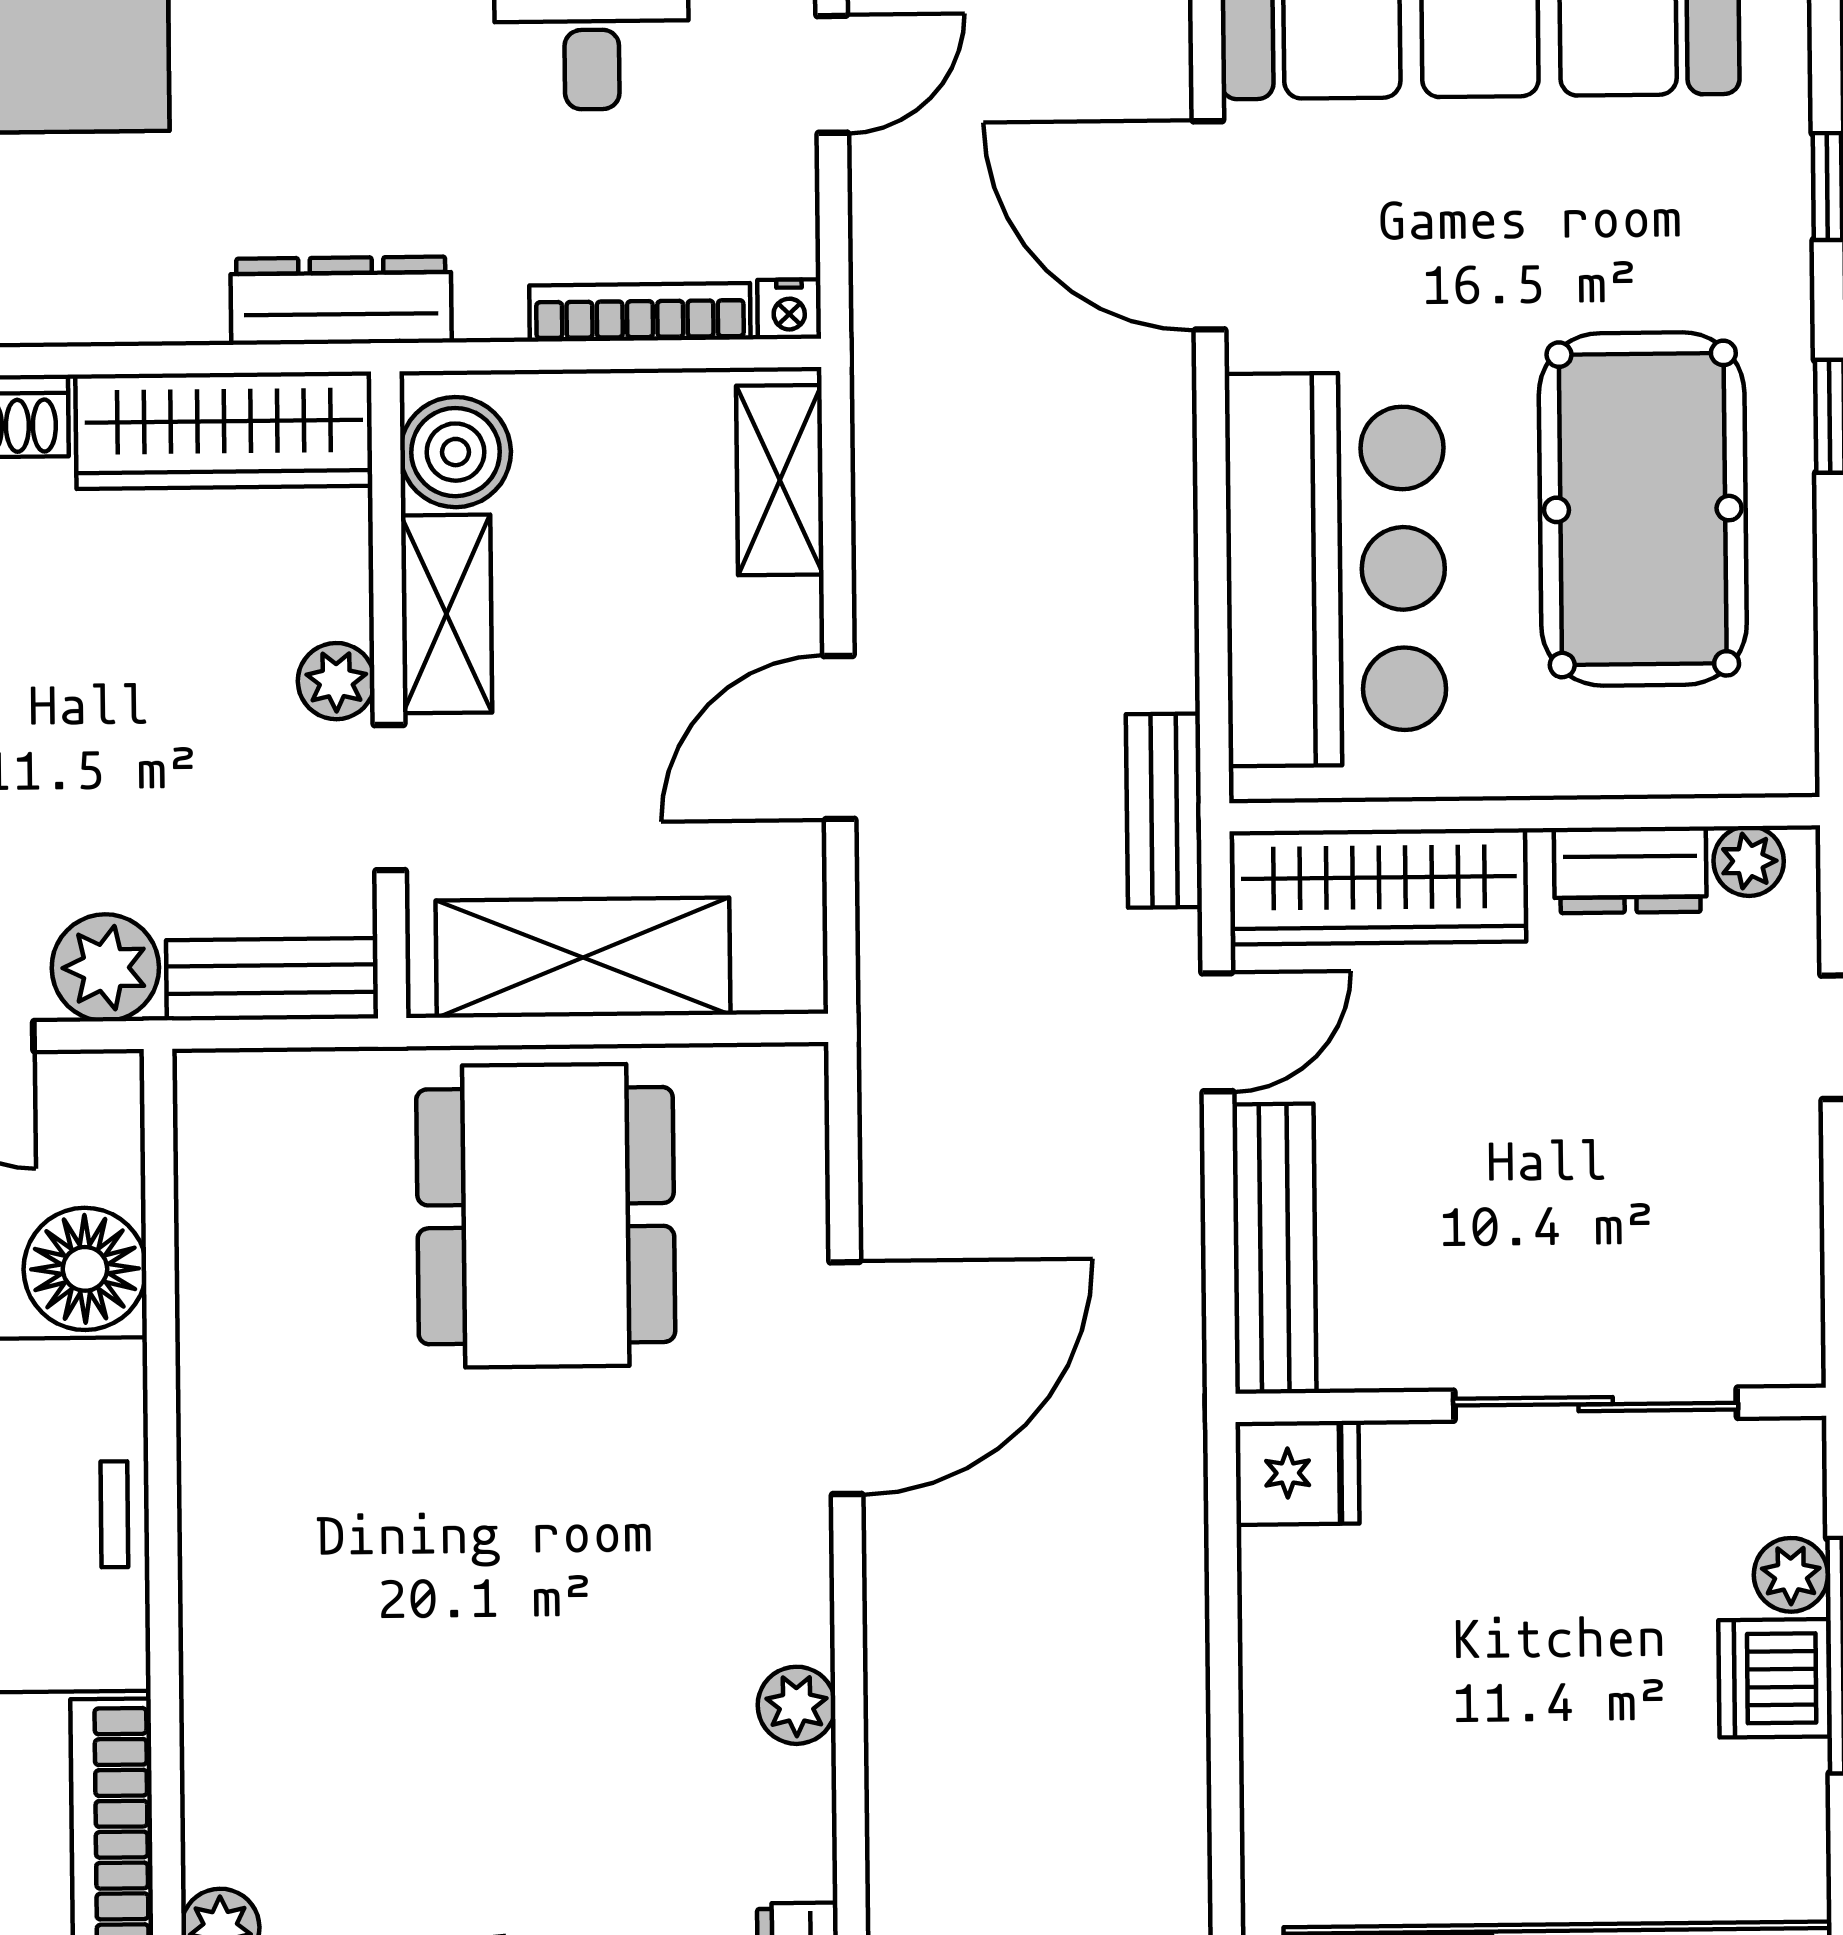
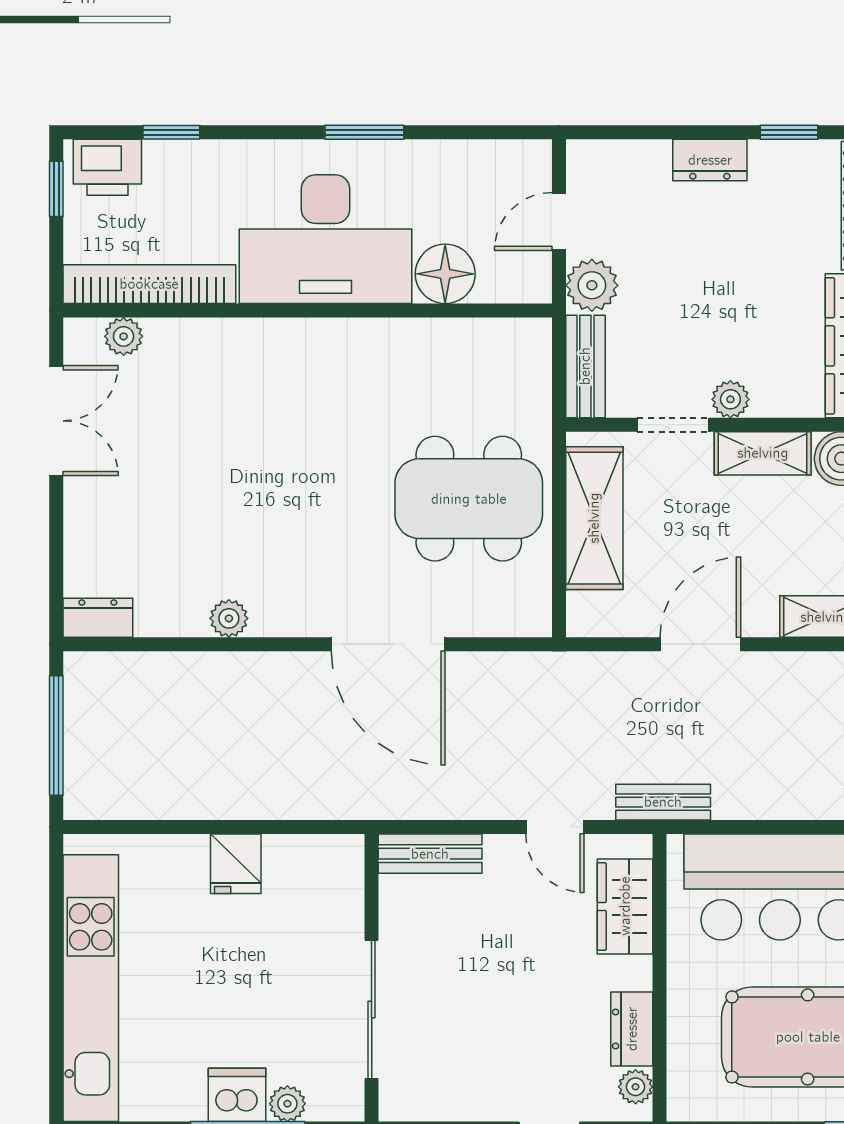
door: (839, 738) -> (700, 644), hinge flipped
wardrobe: (1379, 886) -> (625, 906), width x0.67
bench: (1274, 1249) -> (430, 854), width x0.73
fridge: (1297, 1473) -> (236, 864), moved

